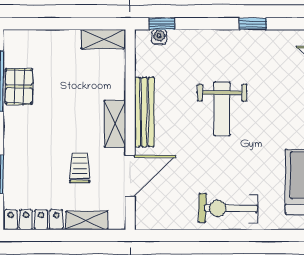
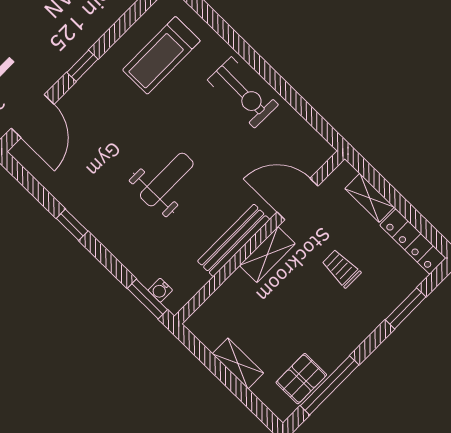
window: (162, 24) -> (147, 299), width x1.50
shelving: (103, 39) -> (238, 363), moved
pallet: (19, 87) -> (301, 379), moved
trolley: (80, 168) -> (341, 268), moved, turned 90

